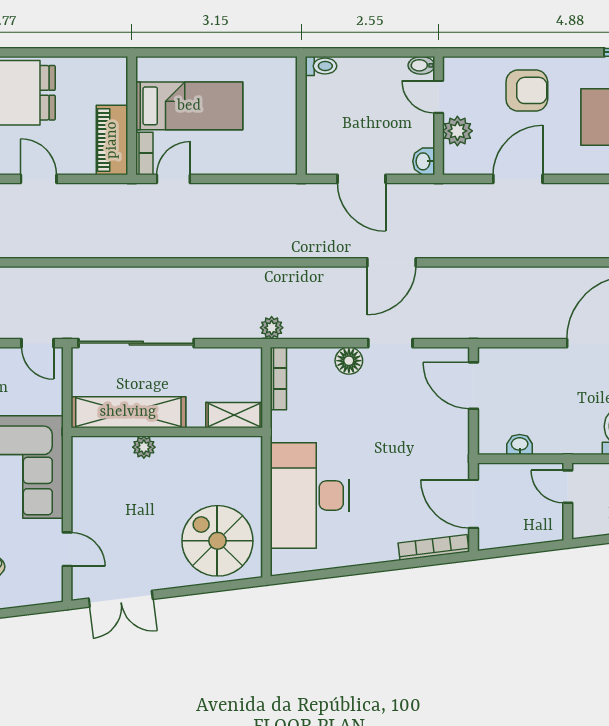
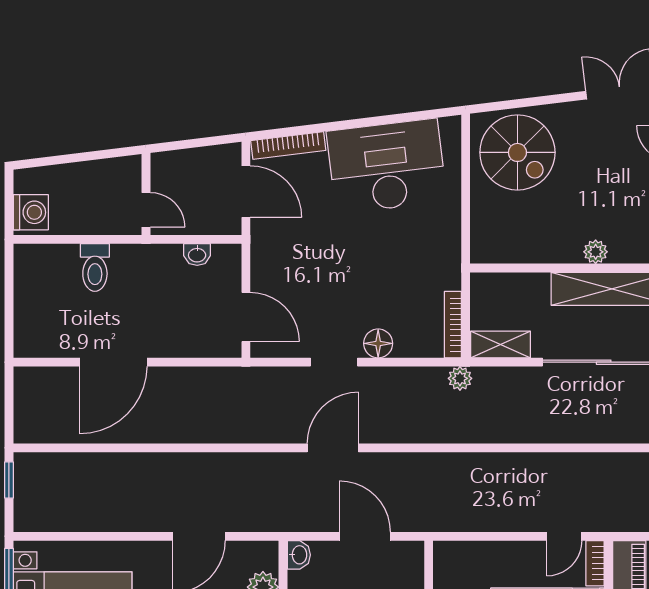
shelving: (234, 415) -> (500, 344), moved
desk: (310, 495) -> (387, 166), moved, turned -97

